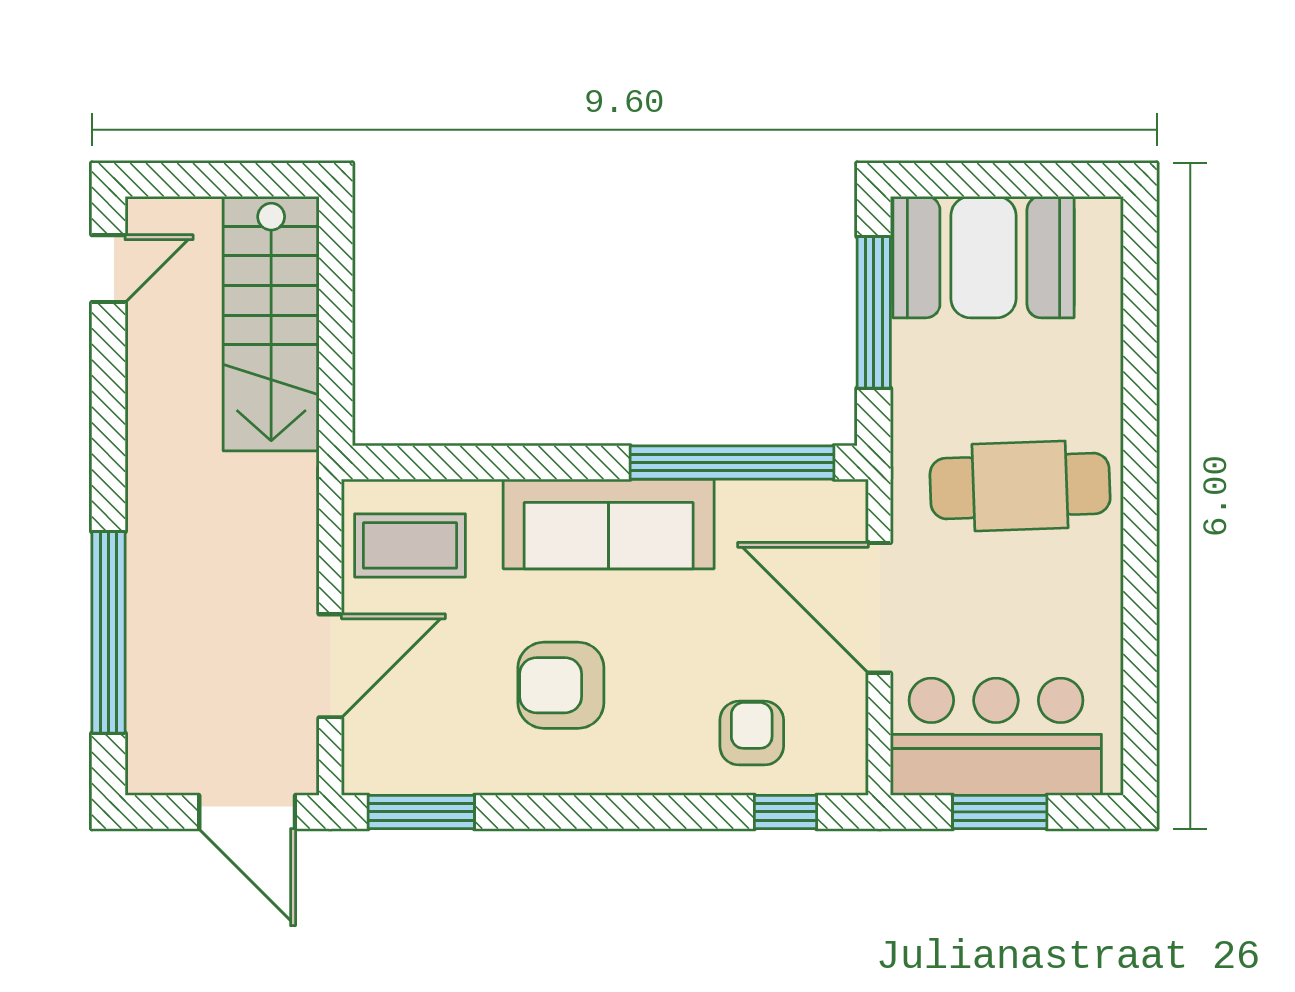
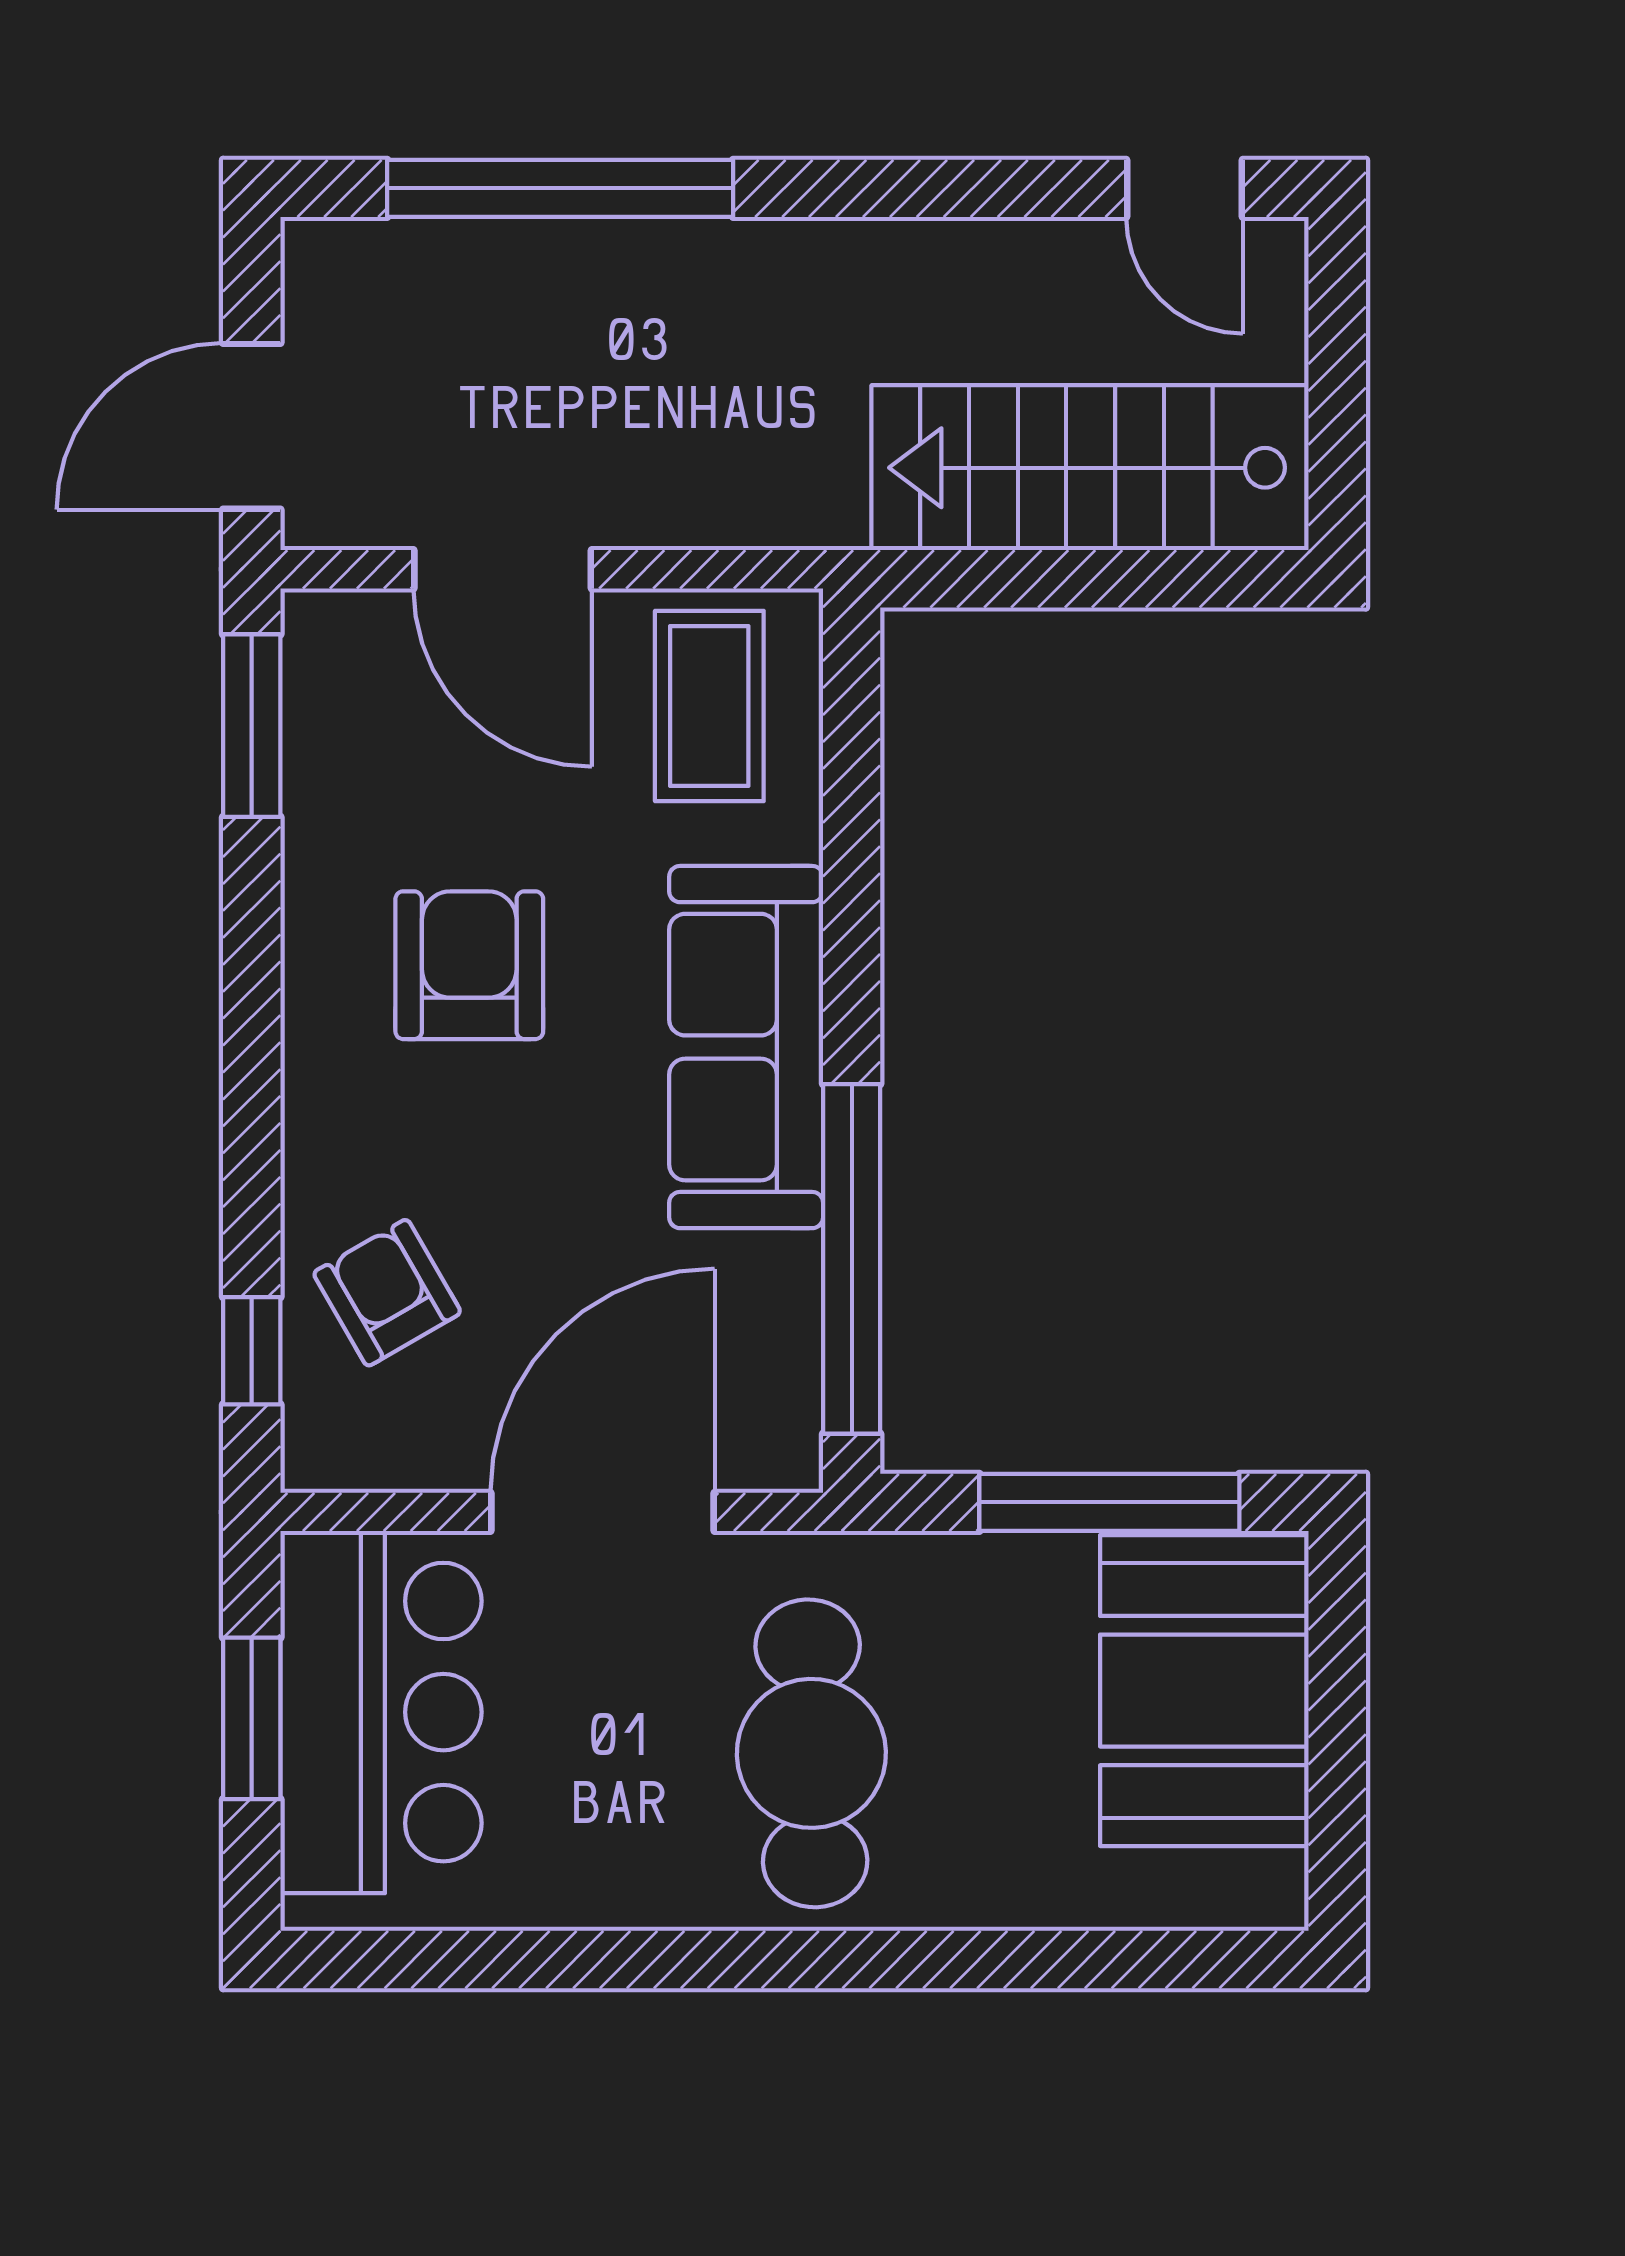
armchair: (752, 733) -> (387, 1293), turned -120

